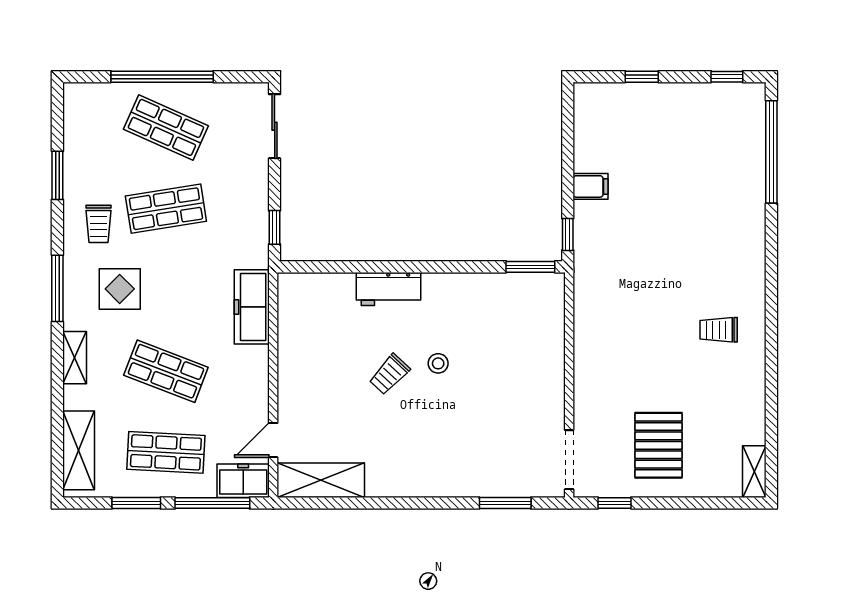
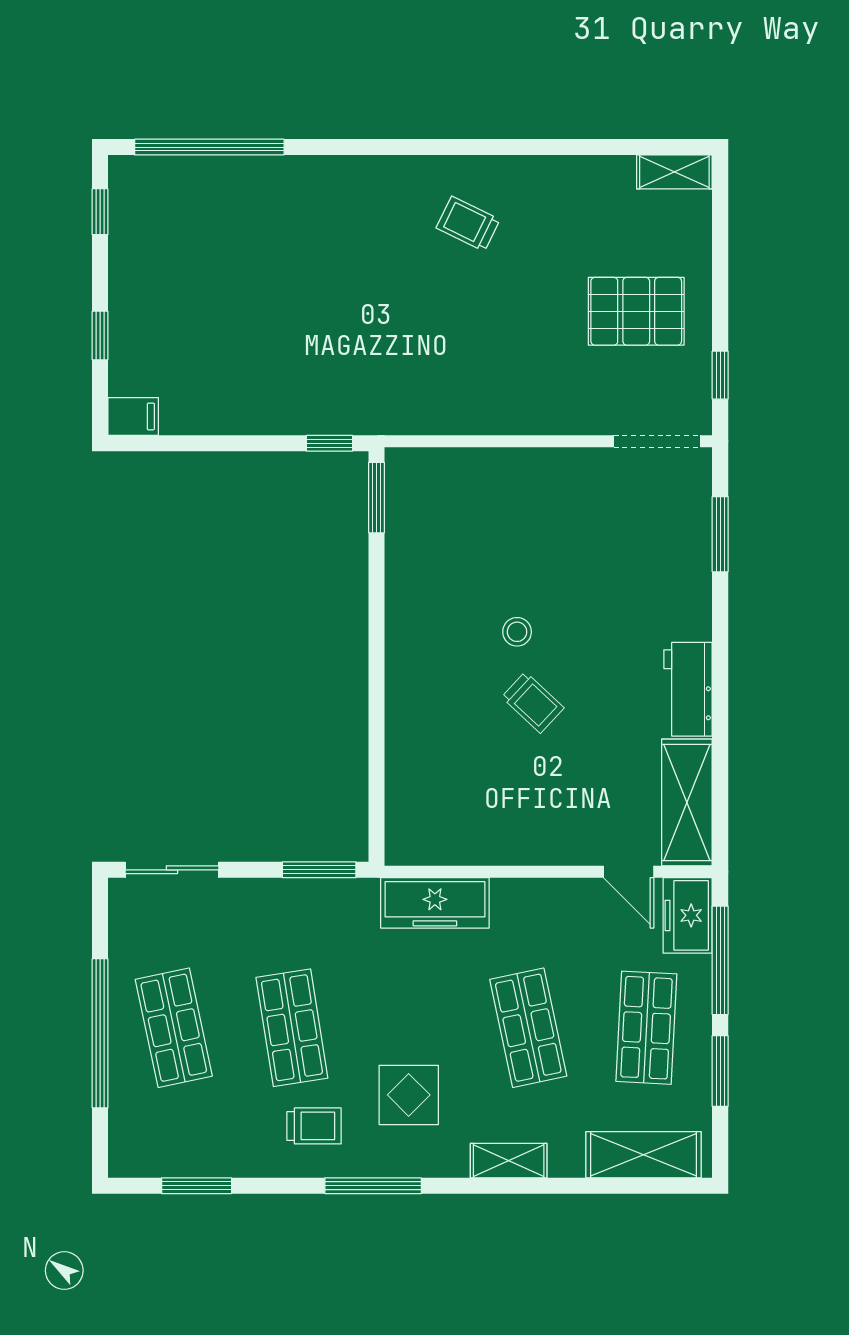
shop shelf: (166, 127) -> (174, 1028), turned -36
window: (57, 175) -> (197, 1186), moved
filing cabinet: (590, 186) -> (133, 416), moved, turned 90
window: (275, 227) -> (319, 870), width x1.50
window: (57, 288) -> (373, 1186), moved
workbench: (389, 289) -> (688, 689), moved, turned 180
trolley: (719, 330) -> (468, 224), turned 116
shop shelf: (166, 371) -> (528, 1028), turned -33

